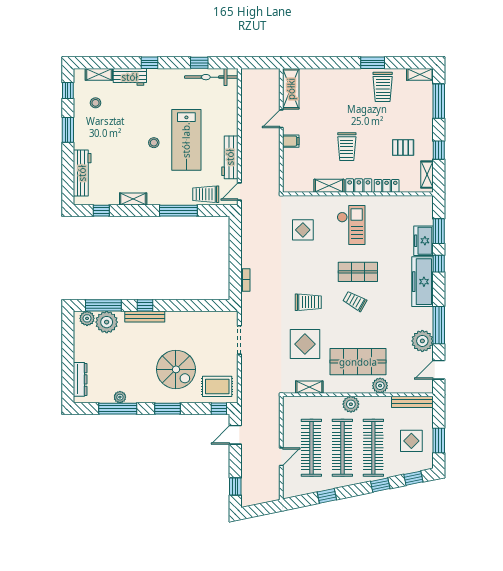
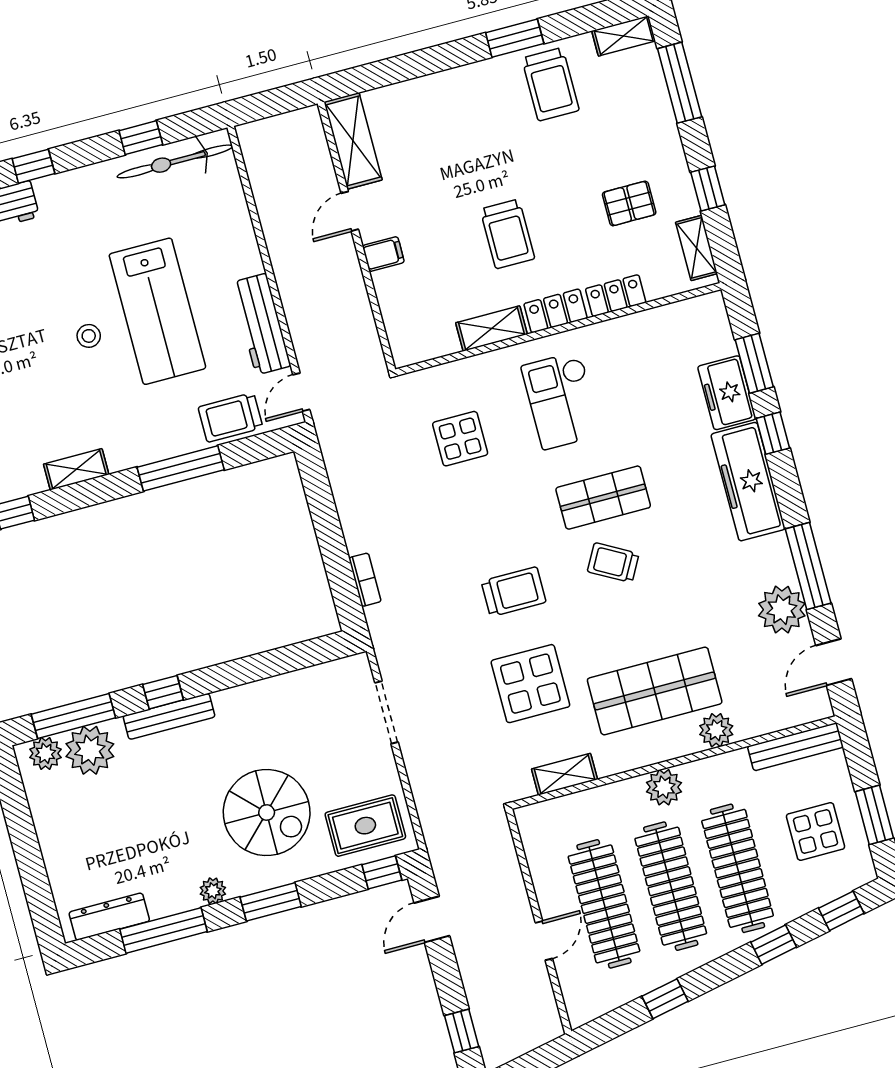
checkout: (351, 225) -> (561, 400), turned 180
dresser: (80, 379) -> (109, 917), moved, turned -90
plant: (120, 397) -> (213, 891), moved

